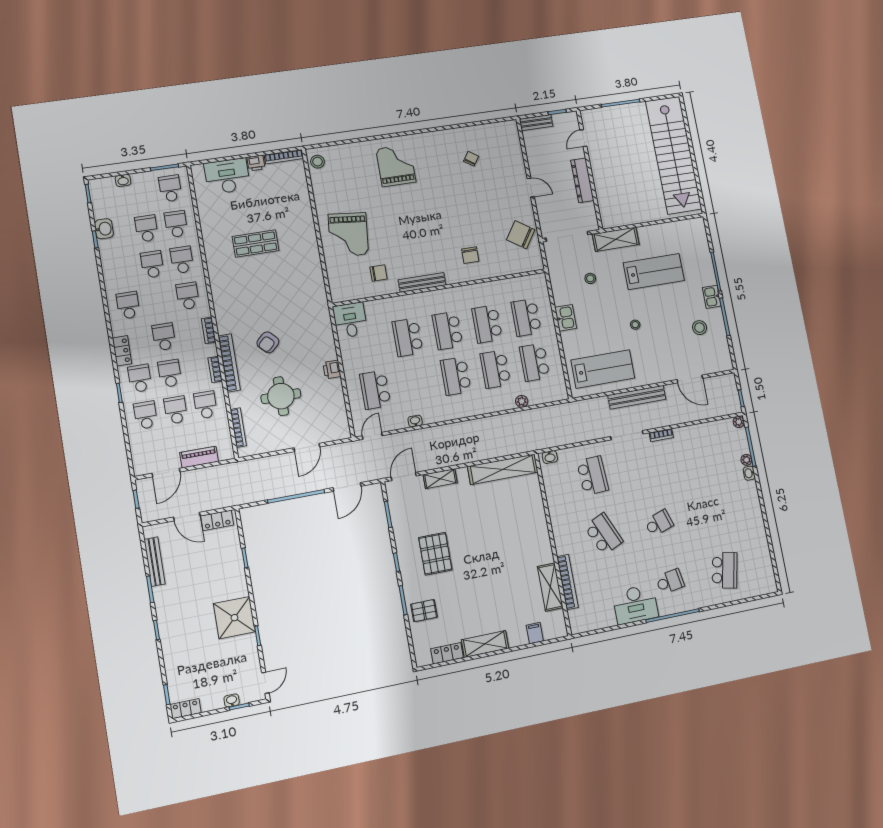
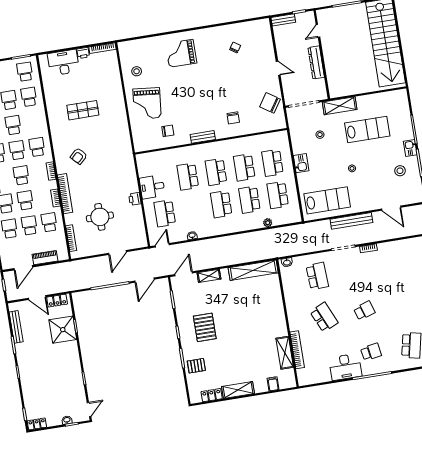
stool: (317, 162) -> (137, 71), moved
grand piano: (396, 166) -> (181, 53), turned -90
school desk: (182, 260) -> (17, 150), moved
bench: (422, 282) -> (203, 137), width x0.73
desk: (350, 320) -> (152, 187), moved, turned -90
armchair: (268, 342) -> (79, 156), moved
shower: (234, 618) -> (63, 330), moved

